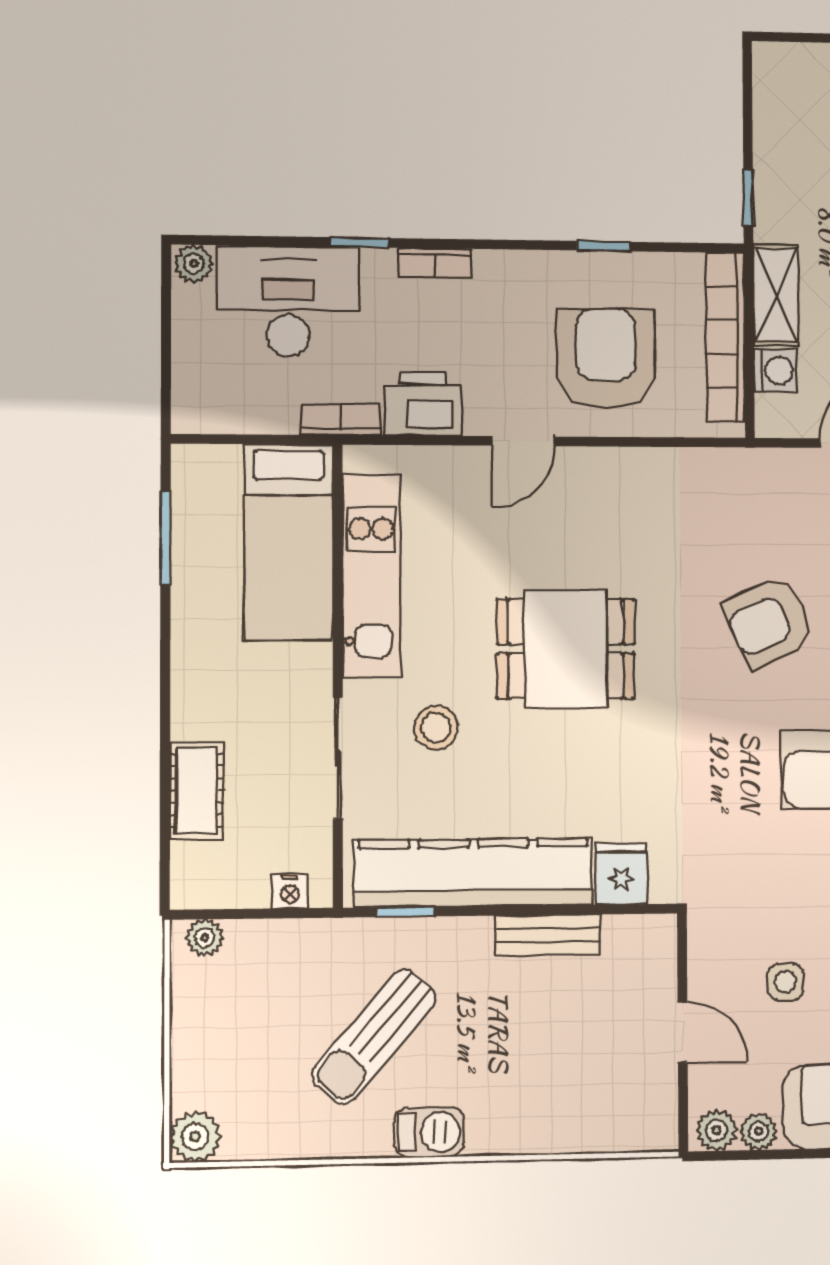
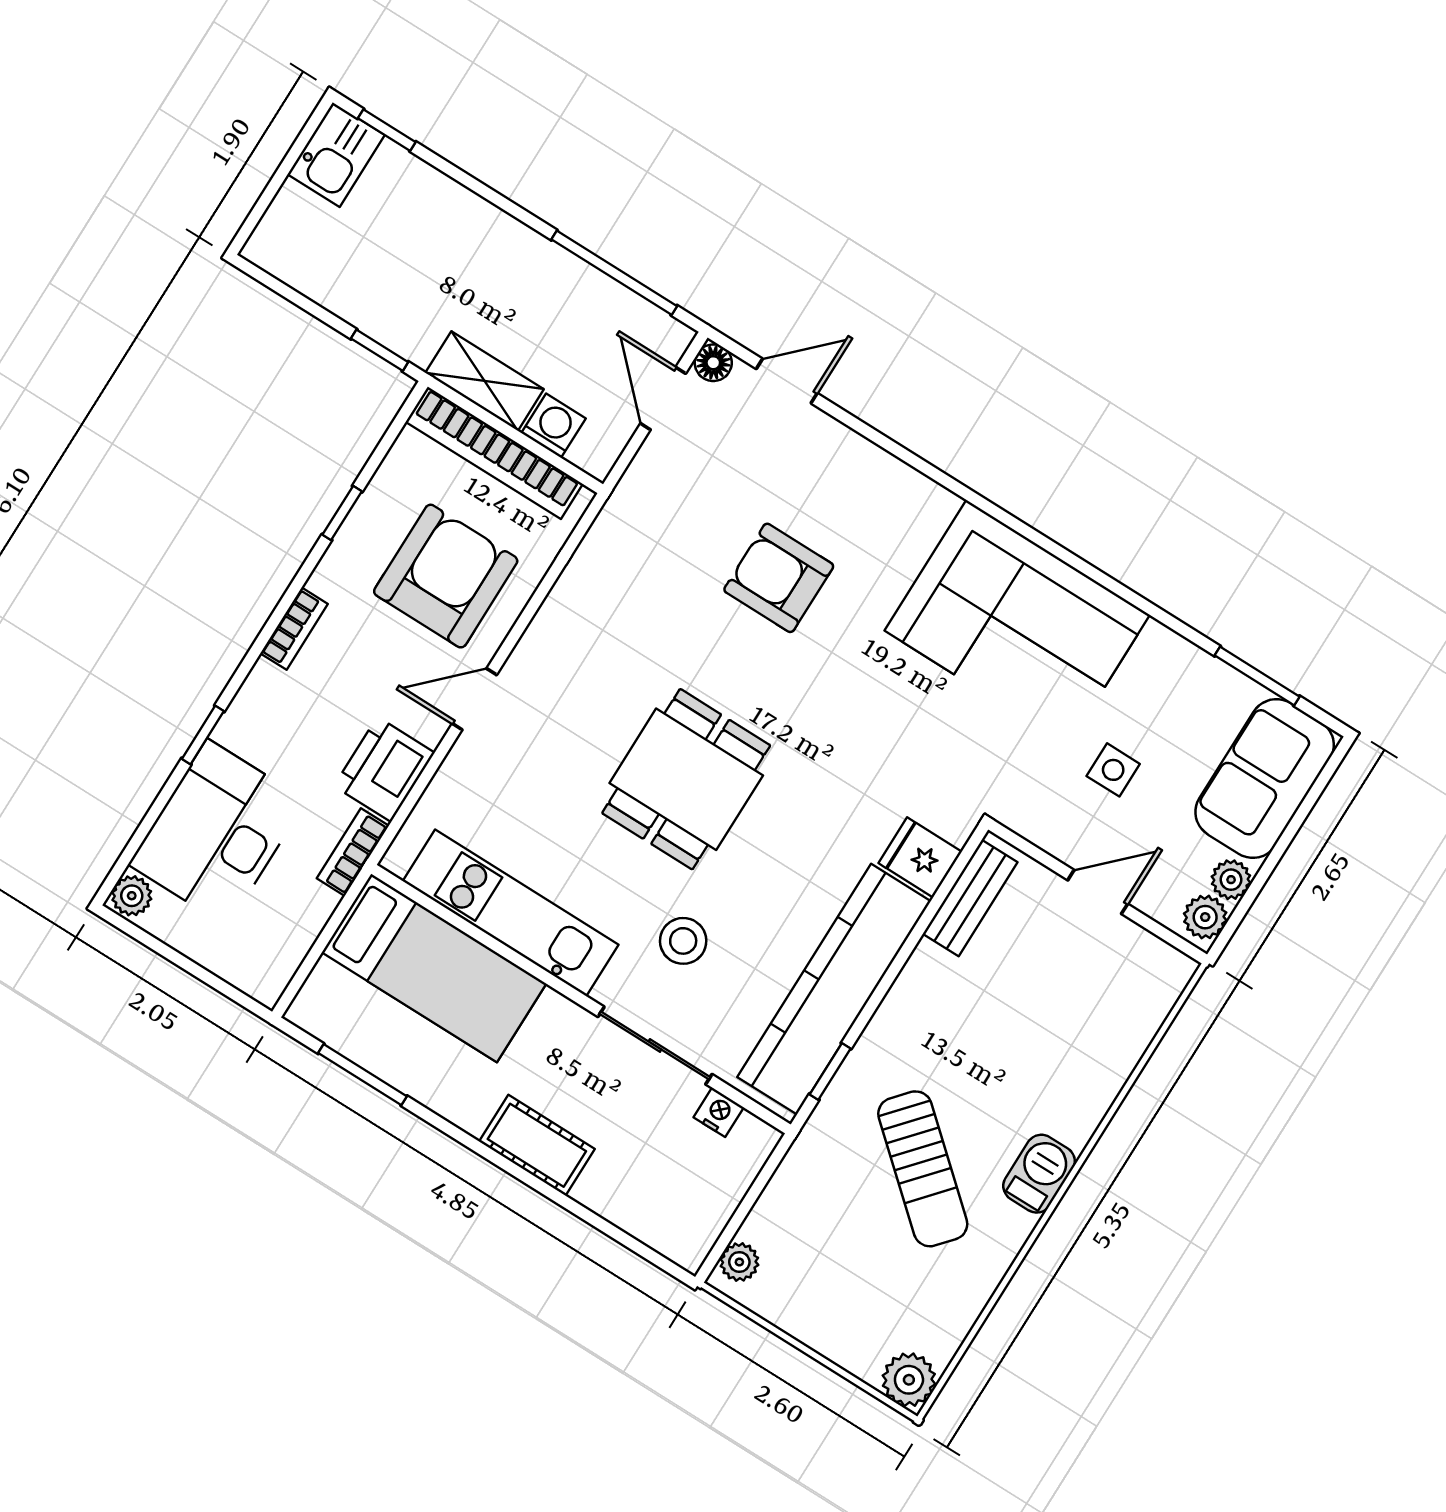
bookcase: (435, 263) -> (294, 629), moved
armchair: (606, 358) -> (446, 576), turned 90
door: (523, 441) -> (474, 699), swing flipped
armchair: (769, 622) -> (779, 578), turned 114
cot: (197, 790) -> (537, 1145), moved
nightstand: (290, 891) -> (719, 1112), moved, turned -90
bench: (548, 935) -> (970, 898), moved

